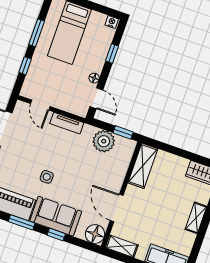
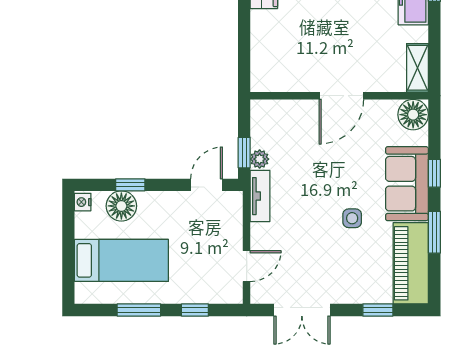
floor lamp: (94, 78) -> (121, 206), moved, width x1.89, depth x1.89
tv unit: (67, 123) -> (260, 196), moved
window: (123, 132) -> (244, 153), moved
plant: (104, 141) -> (260, 159), width x0.53, depth x0.53
shelving: (143, 166) -> (284, 78), removed
door: (117, 208) -> (341, 96), moved

